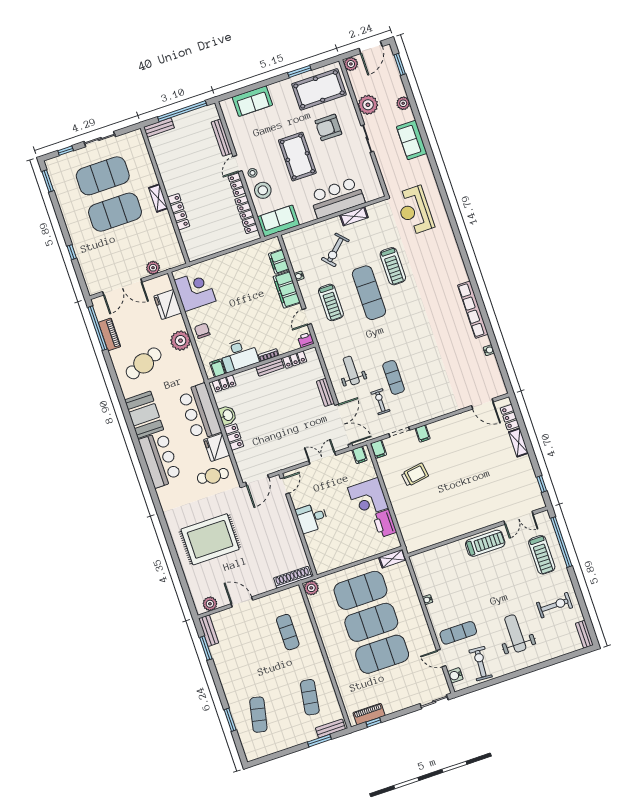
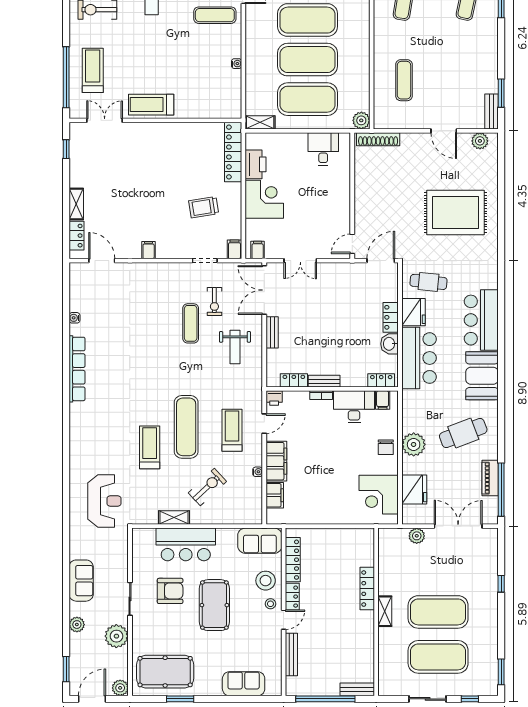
armchair: (328, 127) -> (170, 591), moved
filing cabinet: (423, 434) -> (149, 250), moved
desk: (312, 518) -> (323, 149), moved, turned -90
locker: (406, 527) -> (233, 152), added

